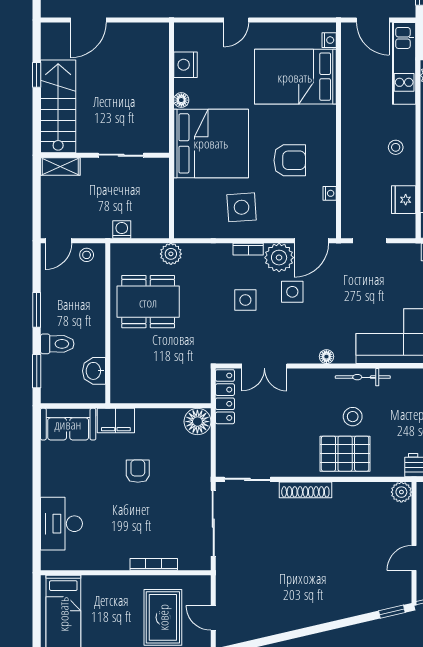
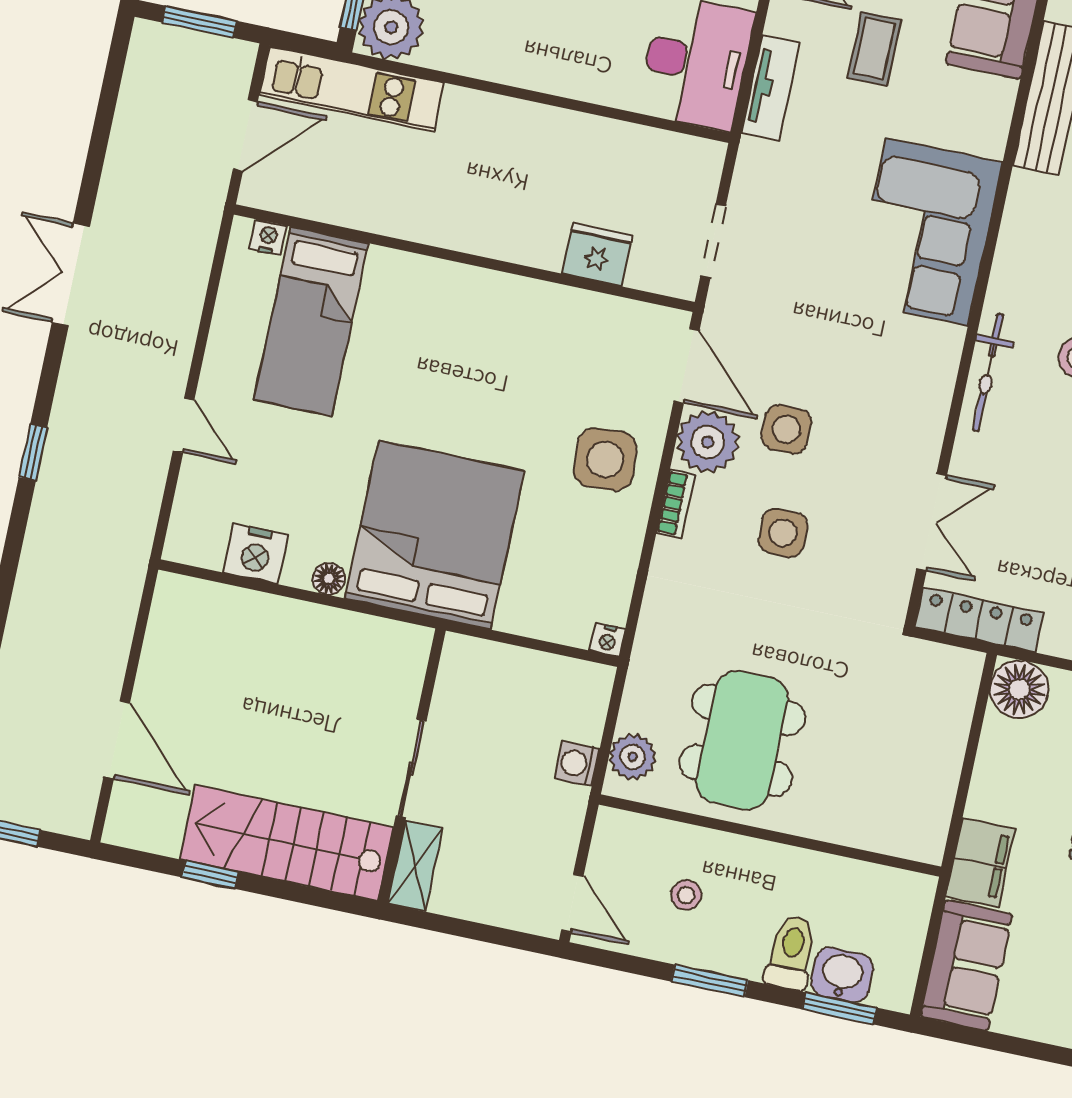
bed: (295, 77) -> (311, 321), width x0.67
stool: (396, 147) -> (526, 144), removed
sliding door: (121, 155) -> (411, 769), moved
armchair: (290, 160) -> (506, 375), removed
nightstand: (330, 193) -> (608, 640), moved, turned 180
fridge: (404, 200) -> (597, 255), moved, turned 180
side table: (242, 207) -> (605, 459), moved
plant: (171, 254) -> (633, 757), moved
stool: (87, 255) -> (686, 895), moved
floor lamp: (326, 357) -> (940, 386), removed
washbasin: (94, 371) -> (842, 975), moved, turned 180
bicycle: (363, 377) -> (988, 372), moved

